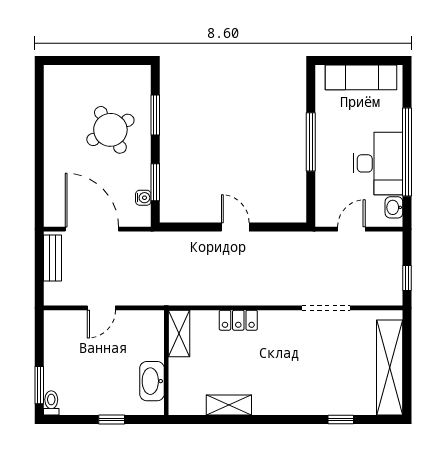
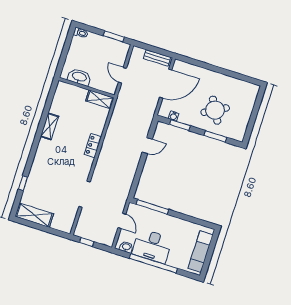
window: (311, 142) -> (152, 207), moved
door: (235, 227) -> (147, 146), moved
shelving: (179, 333) -> (100, 99), moved
wall: (166, 363) -> (87, 88), moved
shelving: (390, 367) -> (34, 215), width x0.68
washbasin: (152, 381) -> (79, 77), moved
window: (39, 385) -> (114, 36), moved
window: (112, 420) -> (62, 62), removed

